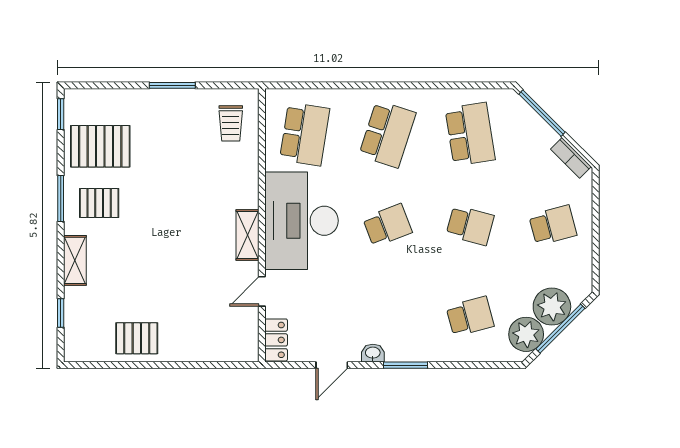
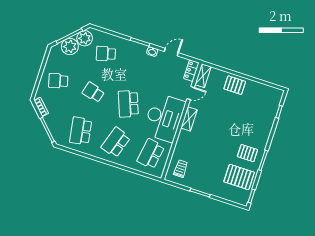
school desk: (387, 225) -> (128, 104), width x1.85
shelving: (75, 260) -> (203, 76), moved
pallet: (137, 338) -> (235, 85), moved

